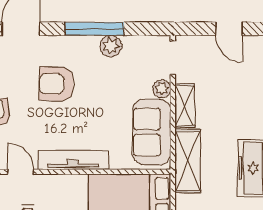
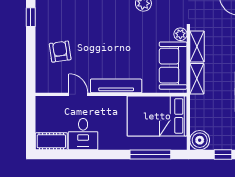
armchair: (57, 84) -> (104, 31), removed
shelving: (188, 161) -> (197, 79), width x0.67, depth x0.75

